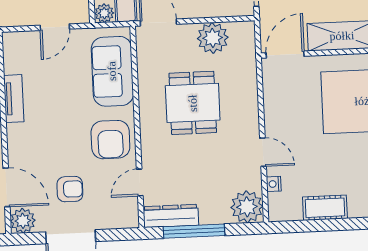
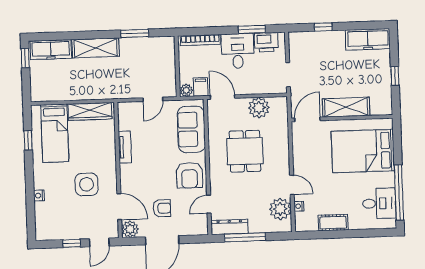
plant: (247, 207) -> (280, 209), moved

